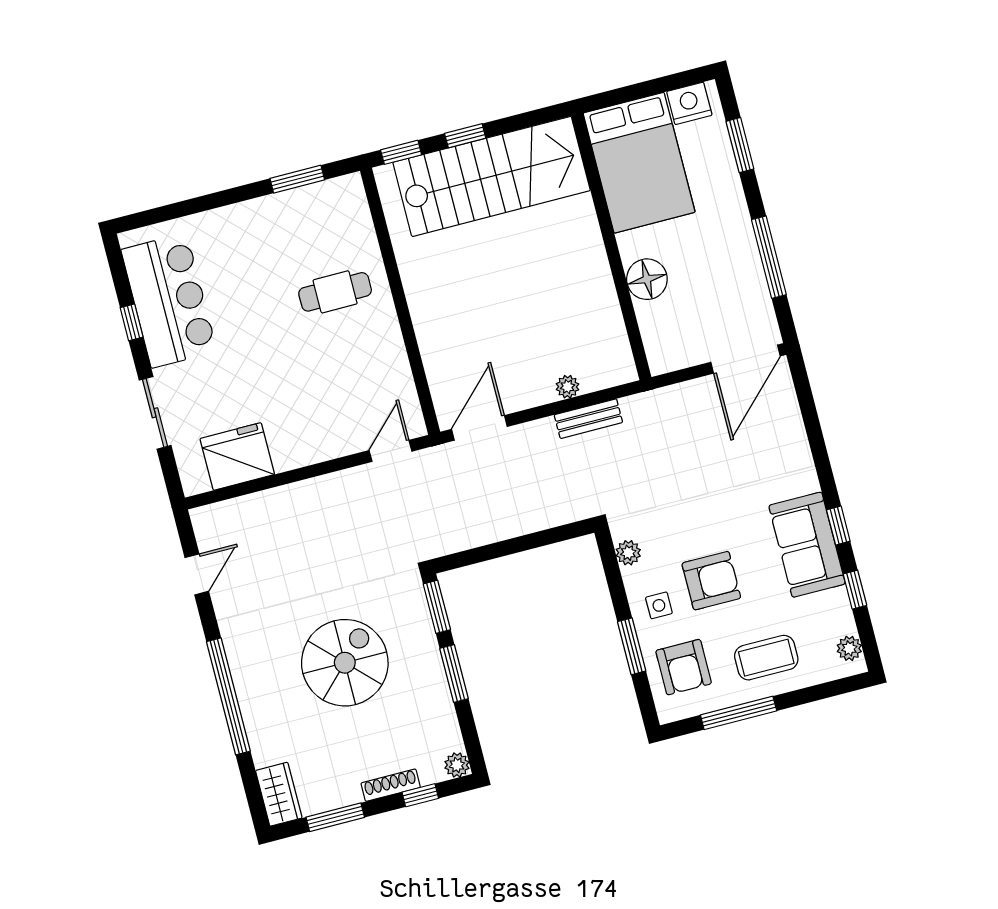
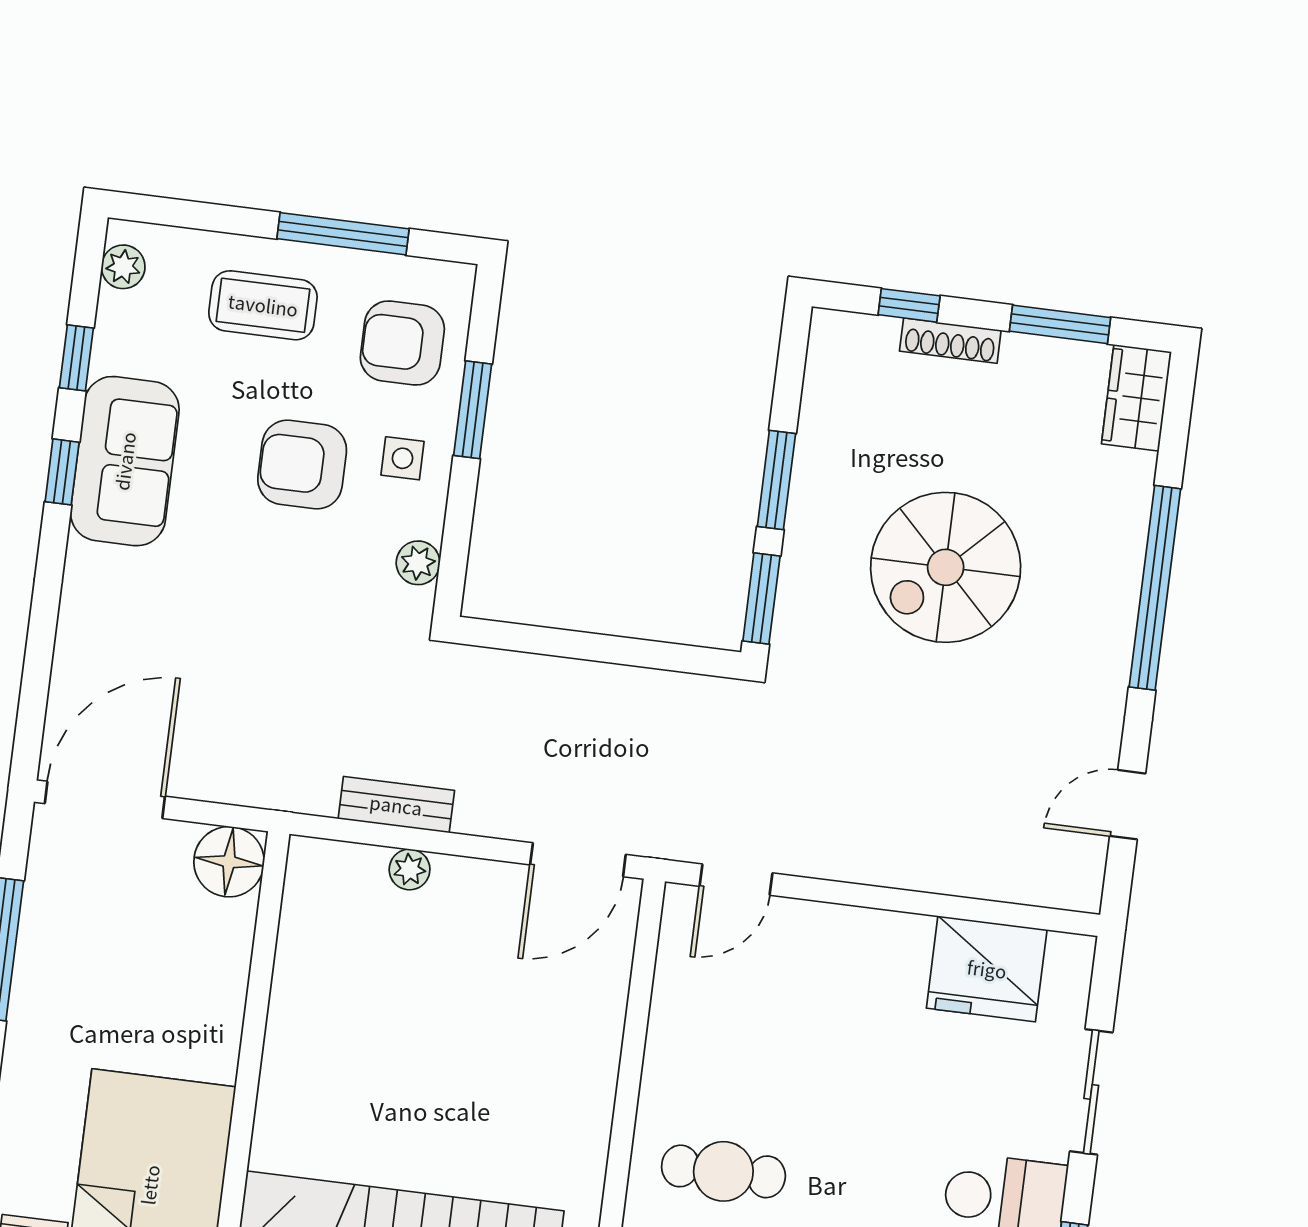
floor lamp: (647, 279) -> (229, 862), moved
armchair: (684, 667) -> (402, 343), turned -90
plant: (457, 765) -> (830, 331), removed

